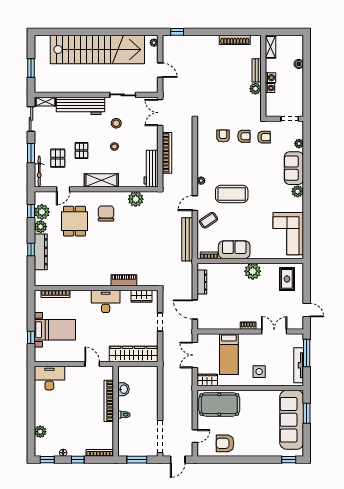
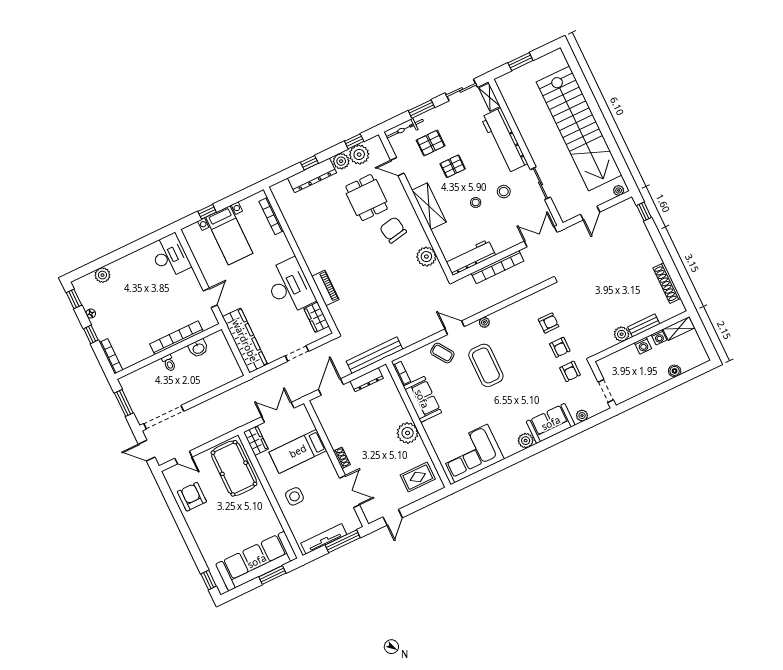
washing machine: (270, 88) -> (659, 337), moved
chair: (106, 213) -> (393, 230), turned -101
dining table: (74, 221) -> (367, 198), turned 90
bench: (187, 239) -> (374, 355), moved
desk: (106, 301) -> (289, 286), width x1.36, depth x1.30

